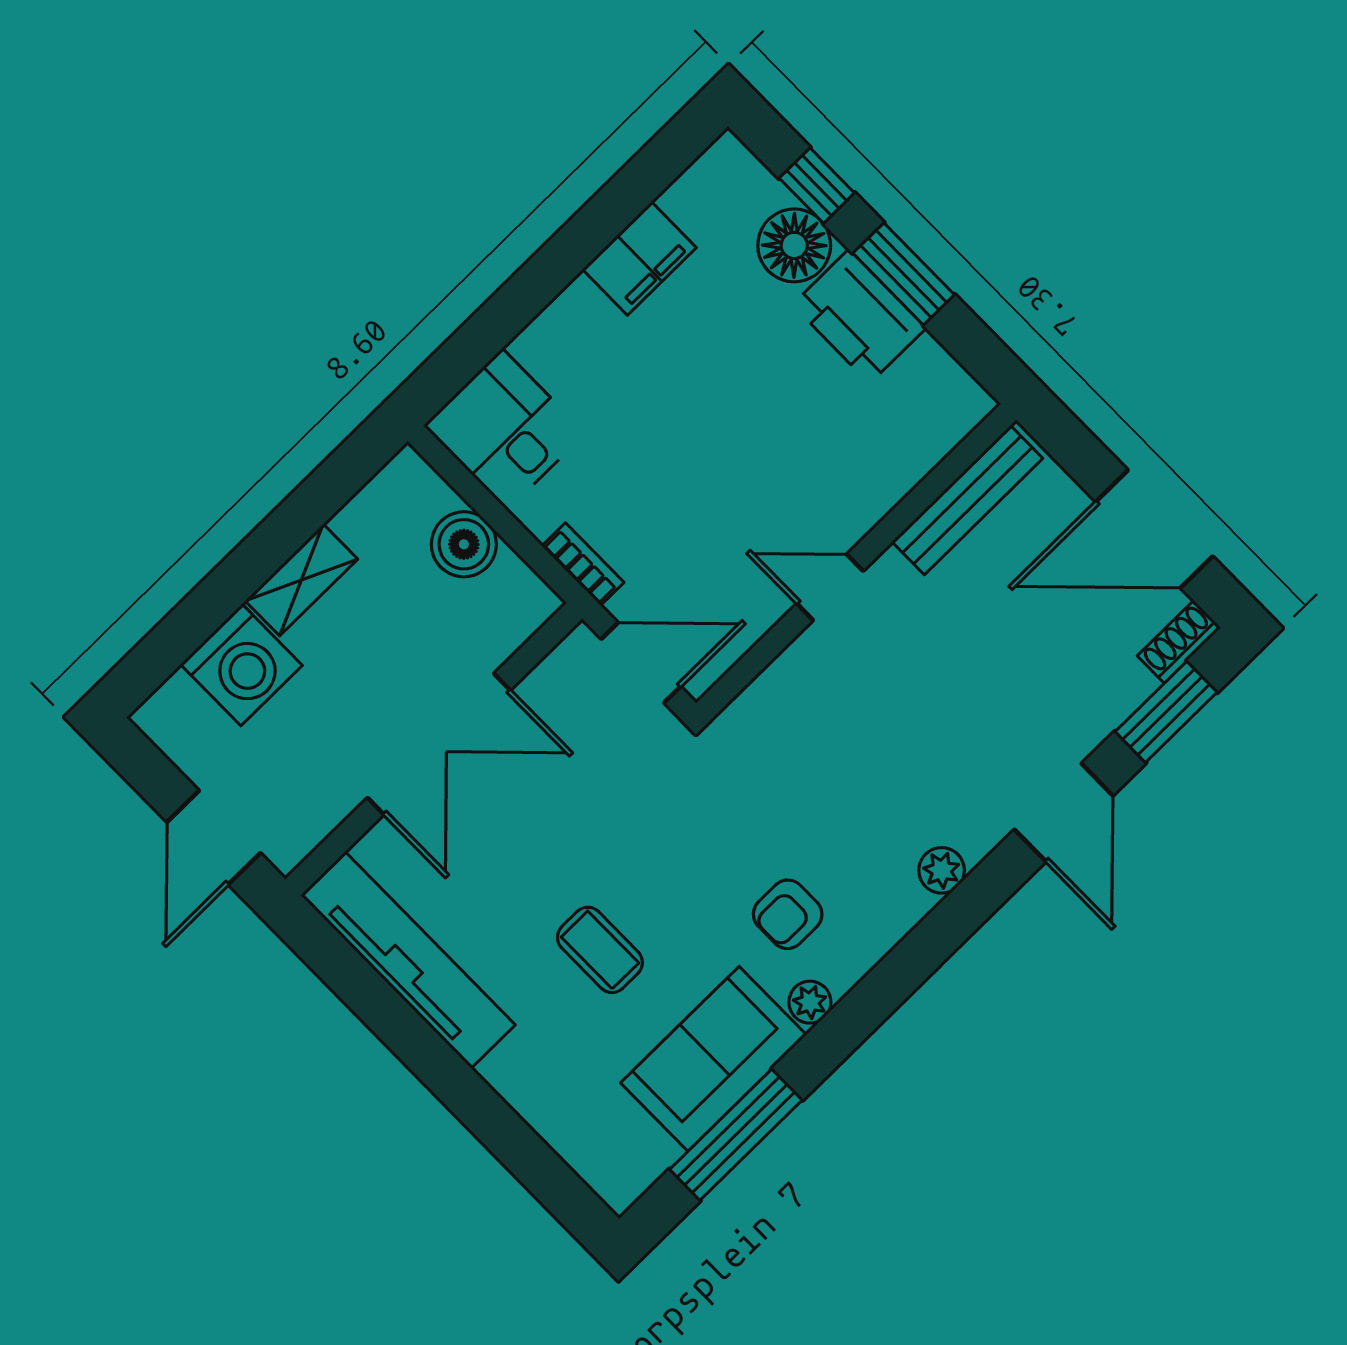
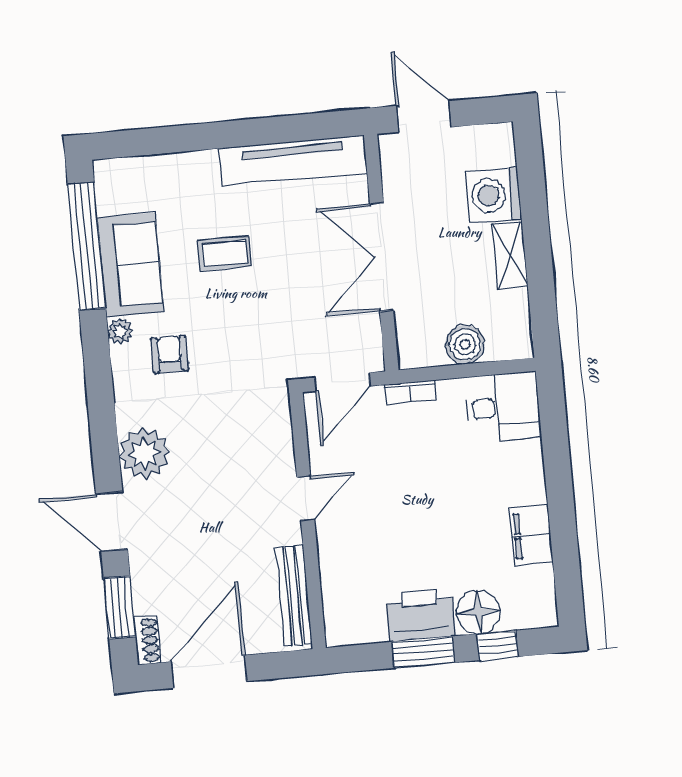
plant: (942, 870) -> (144, 453), width x1.87, depth x1.87
window: (736, 1135) -> (87, 246), width x1.46

